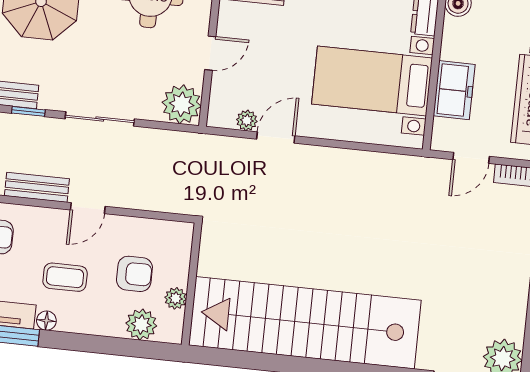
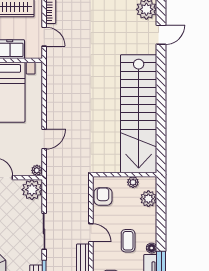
plant: (247, 120) -> (37, 170), moved
door: (276, 137) -> (44, 139), swing flipped
armchair: (134, 274) -> (103, 196), moved

